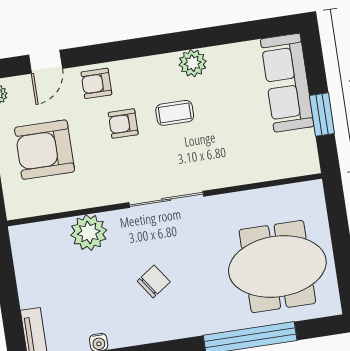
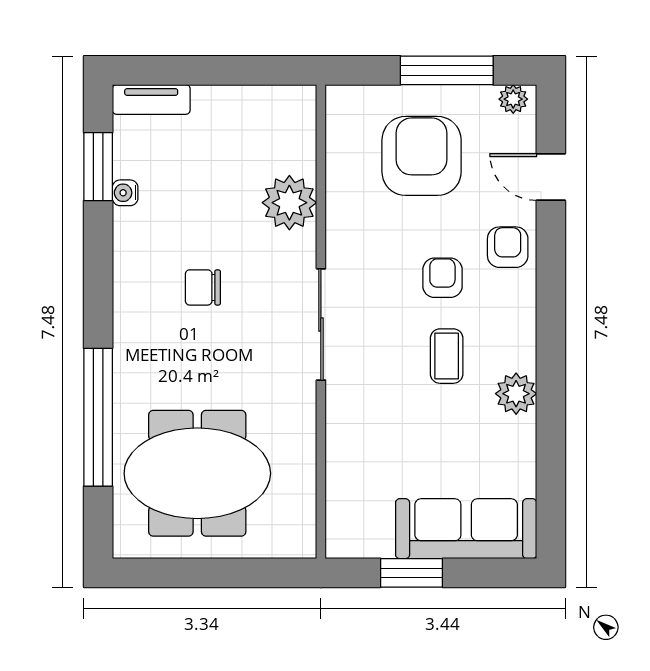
meeting table: (277, 266) -> (197, 473), turned 90
chair: (154, 281) -> (203, 287), turned 125

